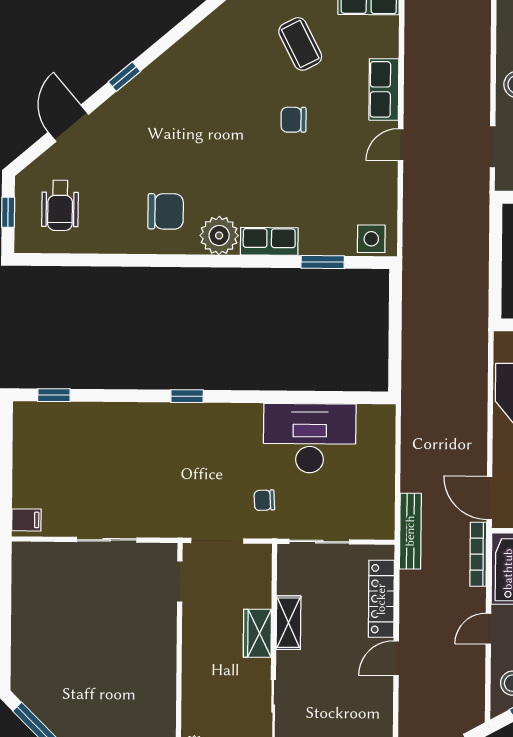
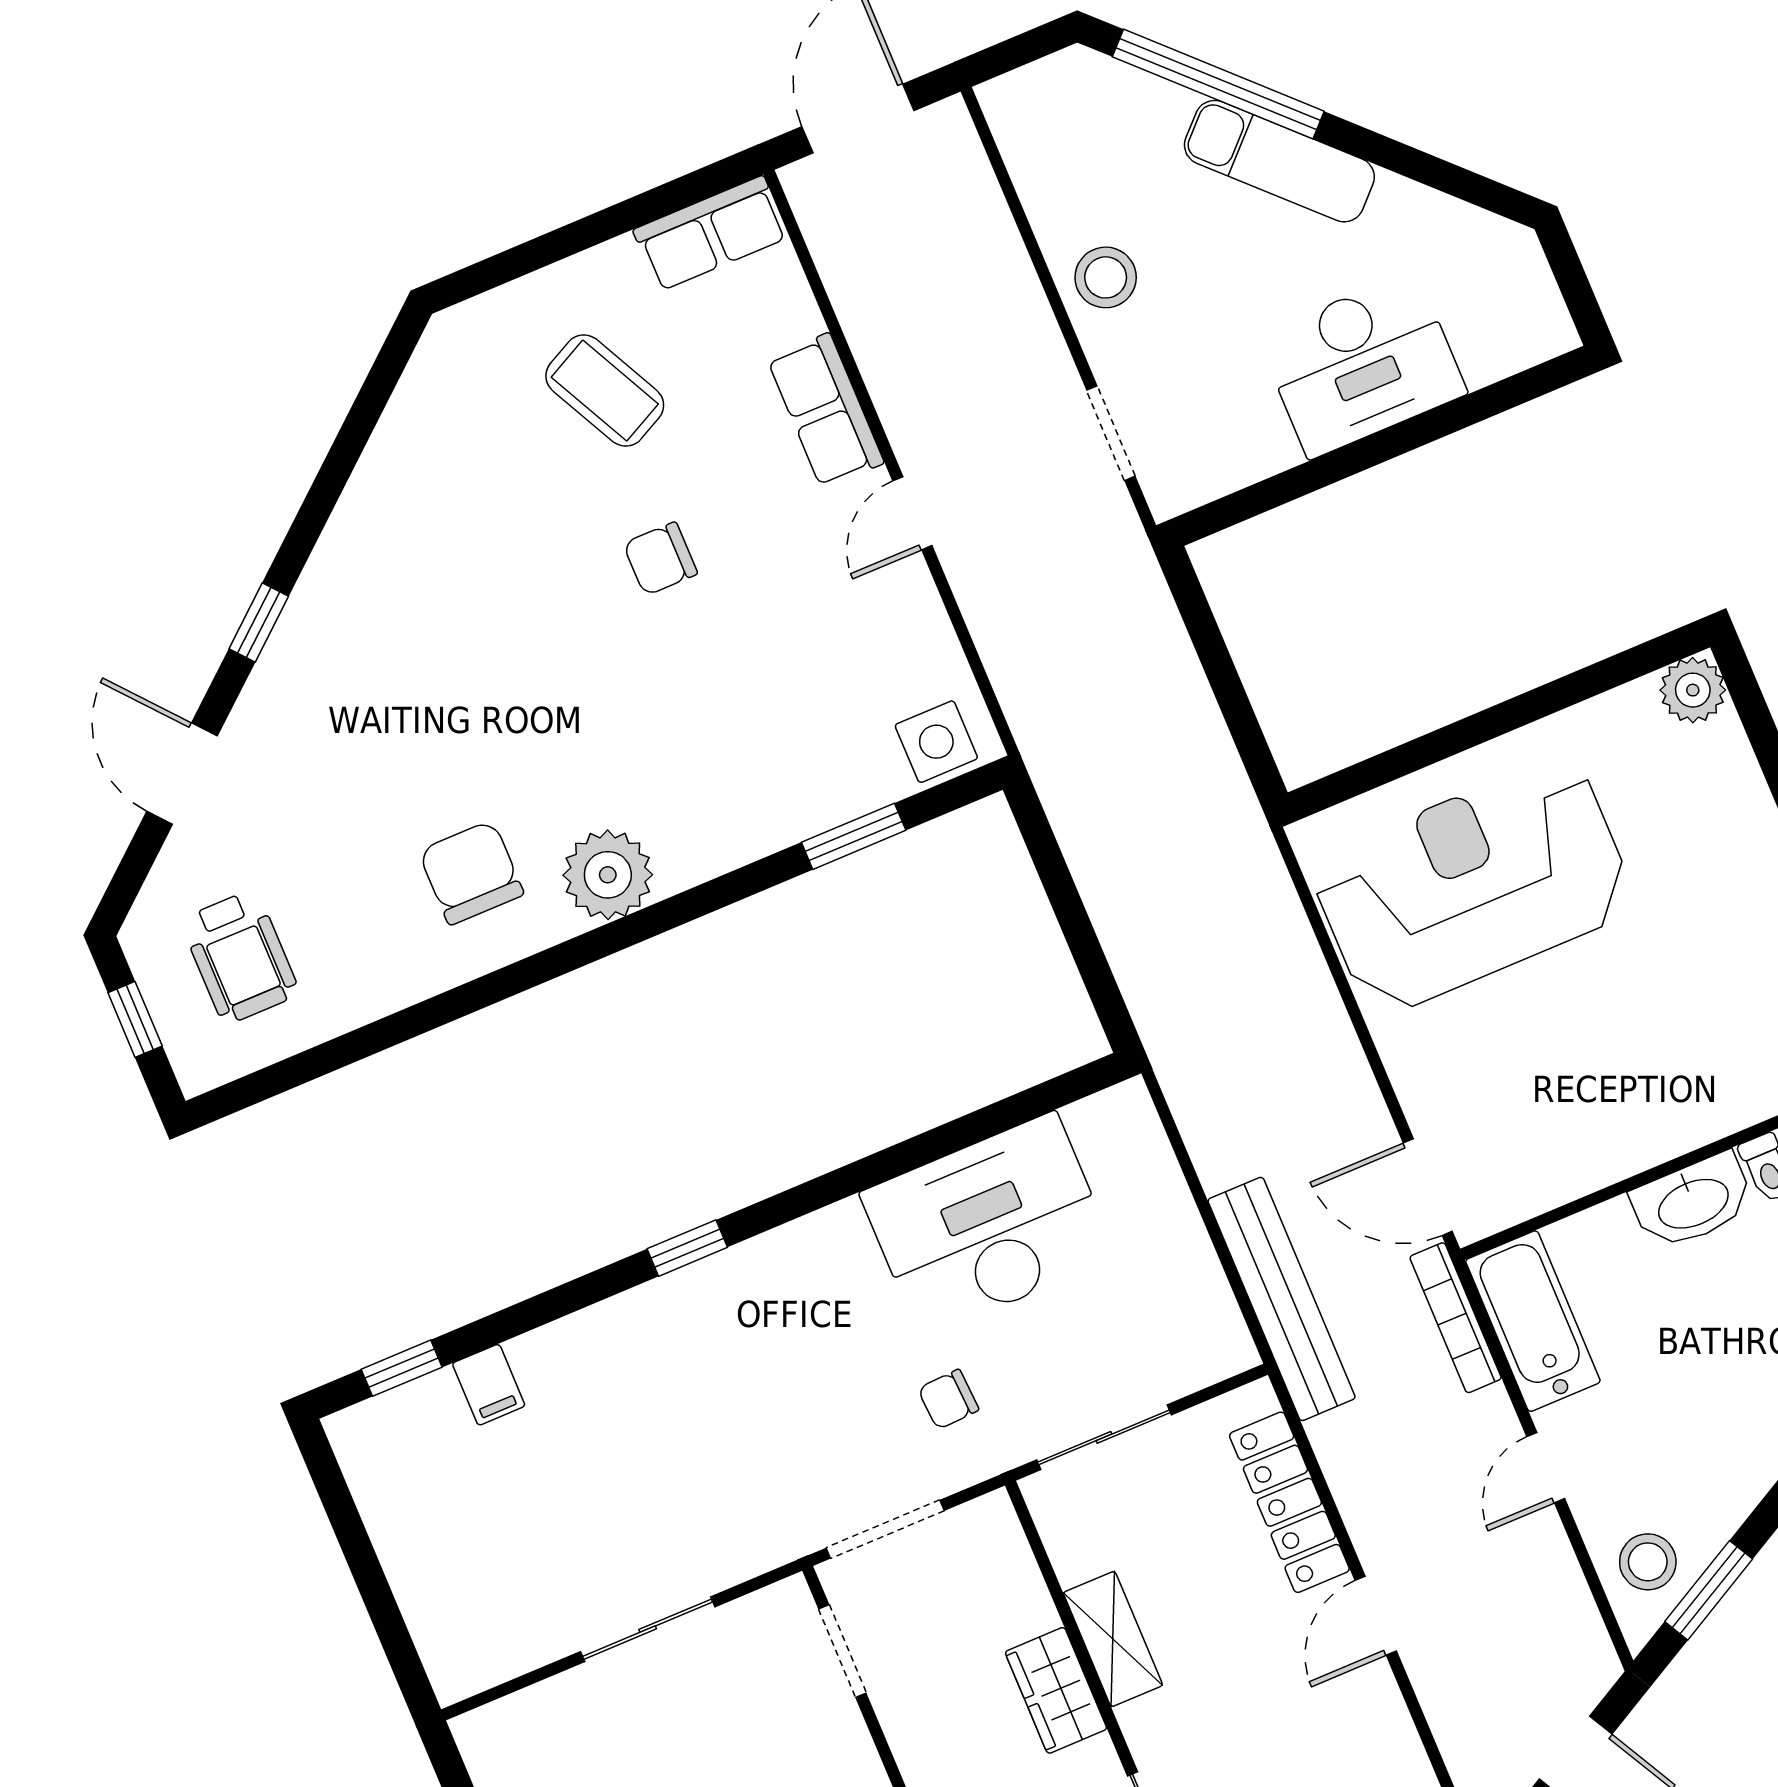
chair: (166, 211) -> (471, 873), turned -90
row of seats: (269, 241) -> (720, 841), removed
filing cabinet: (26, 520) -> (489, 1385), moved, turned 90
bench: (410, 531) -> (1282, 1299), width x1.37, depth x1.21

